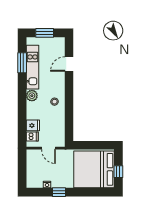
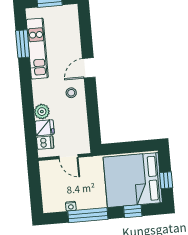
door: (69, 64) -> (89, 68), moved
plant: (32, 96) -> (42, 112), moved
window: (59, 192) -> (88, 215), width x2.17
window: (92, 192) -> (133, 211), added

